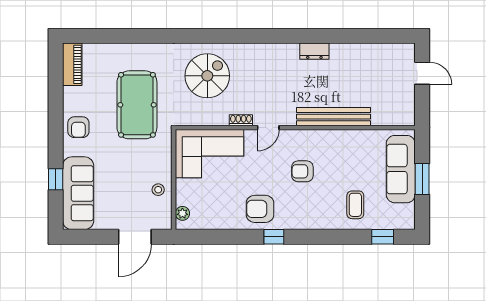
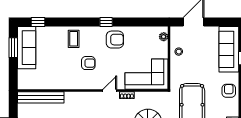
bench: (334, 117) -> (41, 97), moved
sofa: (401, 169) -> (27, 48), moved
window: (422, 179) -> (13, 48), moved
coffee table: (355, 205) -> (74, 39), moved

